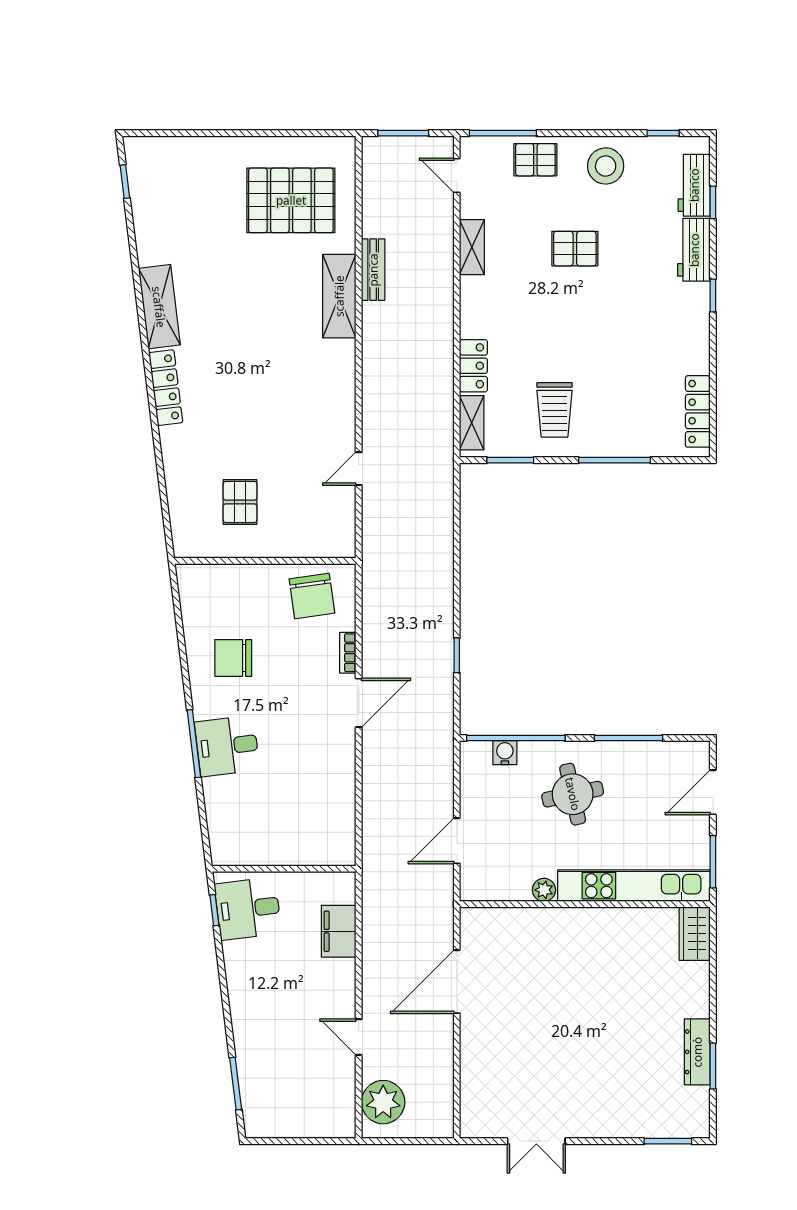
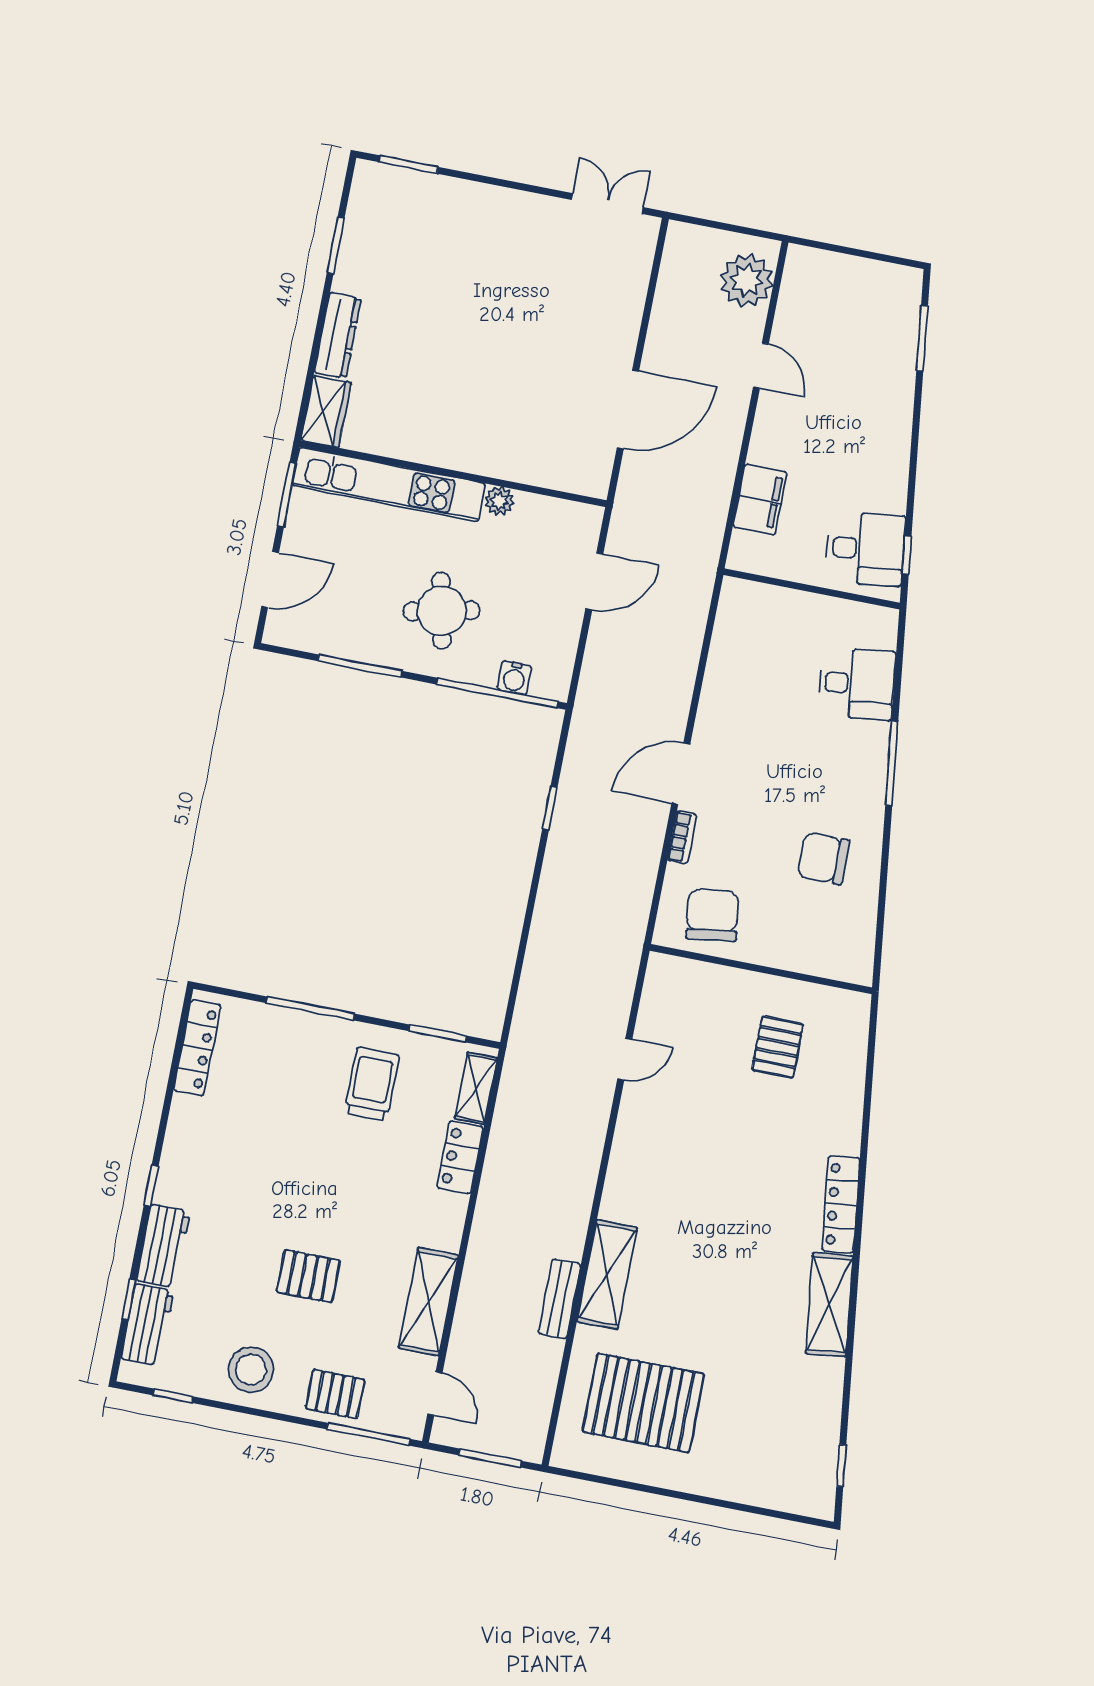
shelving: (472, 247) -> (429, 1302), width x1.50, depth x1.33
chair: (233, 658) -> (823, 858), turned 180
desk: (227, 746) -> (857, 684), moved
dresser: (697, 1052) -> (338, 335), moved
double door: (536, 1141) -> (607, 204), moved

